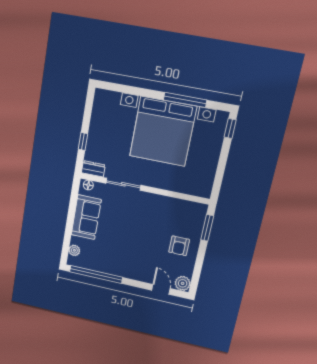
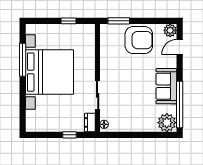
window: (230, 128) -> (68, 21), moved
sofa: (86, 217) -> (166, 86), moved, turned -90
armchair: (179, 246) -> (139, 40), width x1.88, depth x1.88
plant: (74, 250) -> (167, 123), width x1.88, depth x1.88

